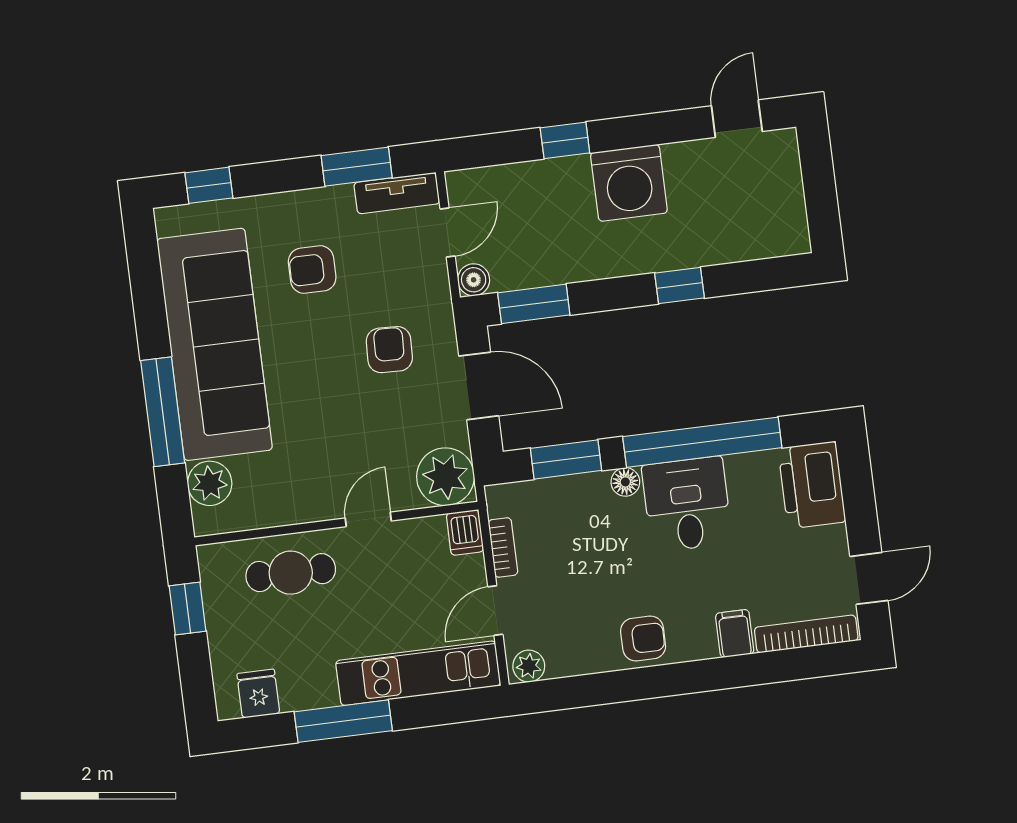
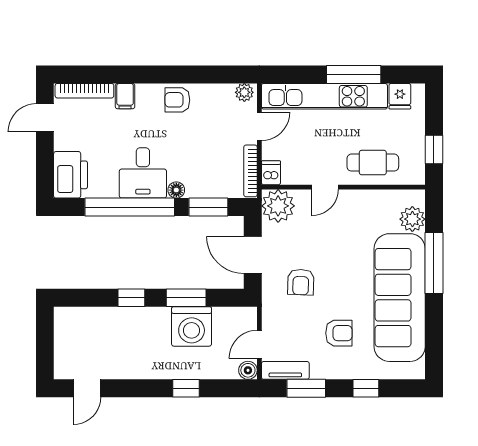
washing machine: (629, 183) -> (192, 326), moved, turned 180
window: (209, 185) -> (366, 388), moved
boiler: (474, 280) -> (248, 370), moved
window: (534, 304) -> (186, 298), moved
bookcase: (503, 547) -> (250, 171), width x1.56
kitchen unit: (418, 673) -> (324, 96), width x1.36

